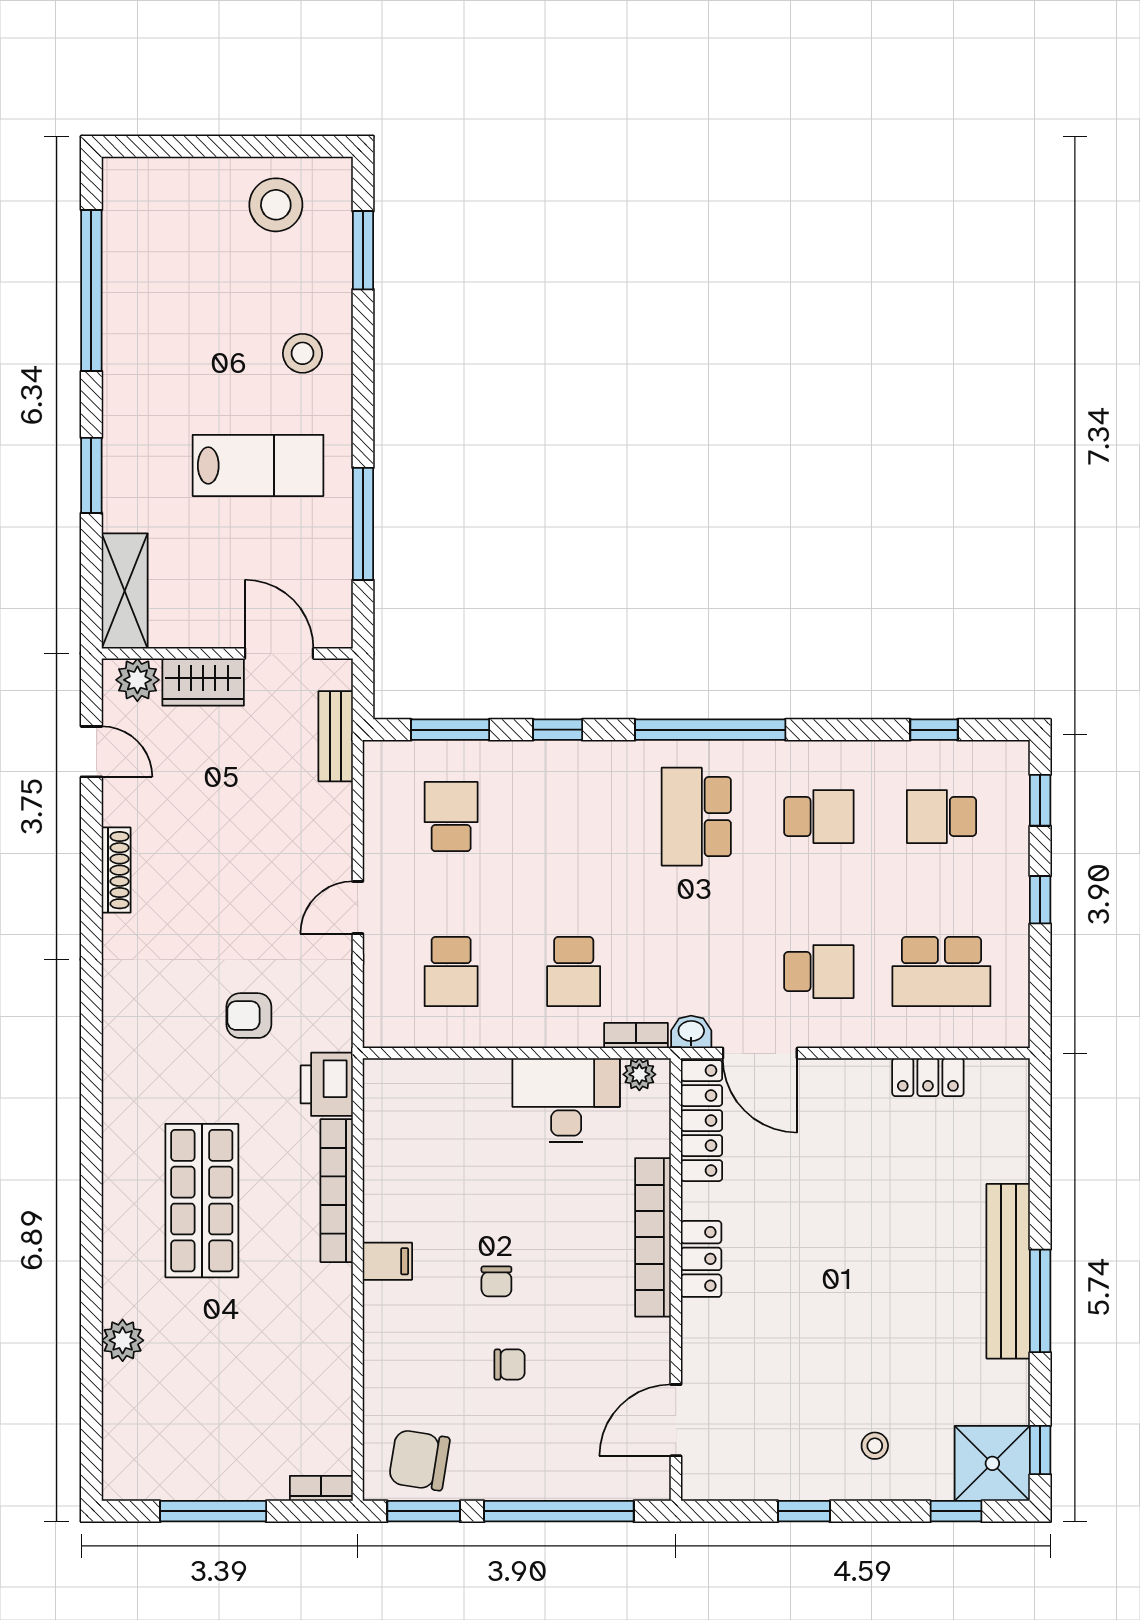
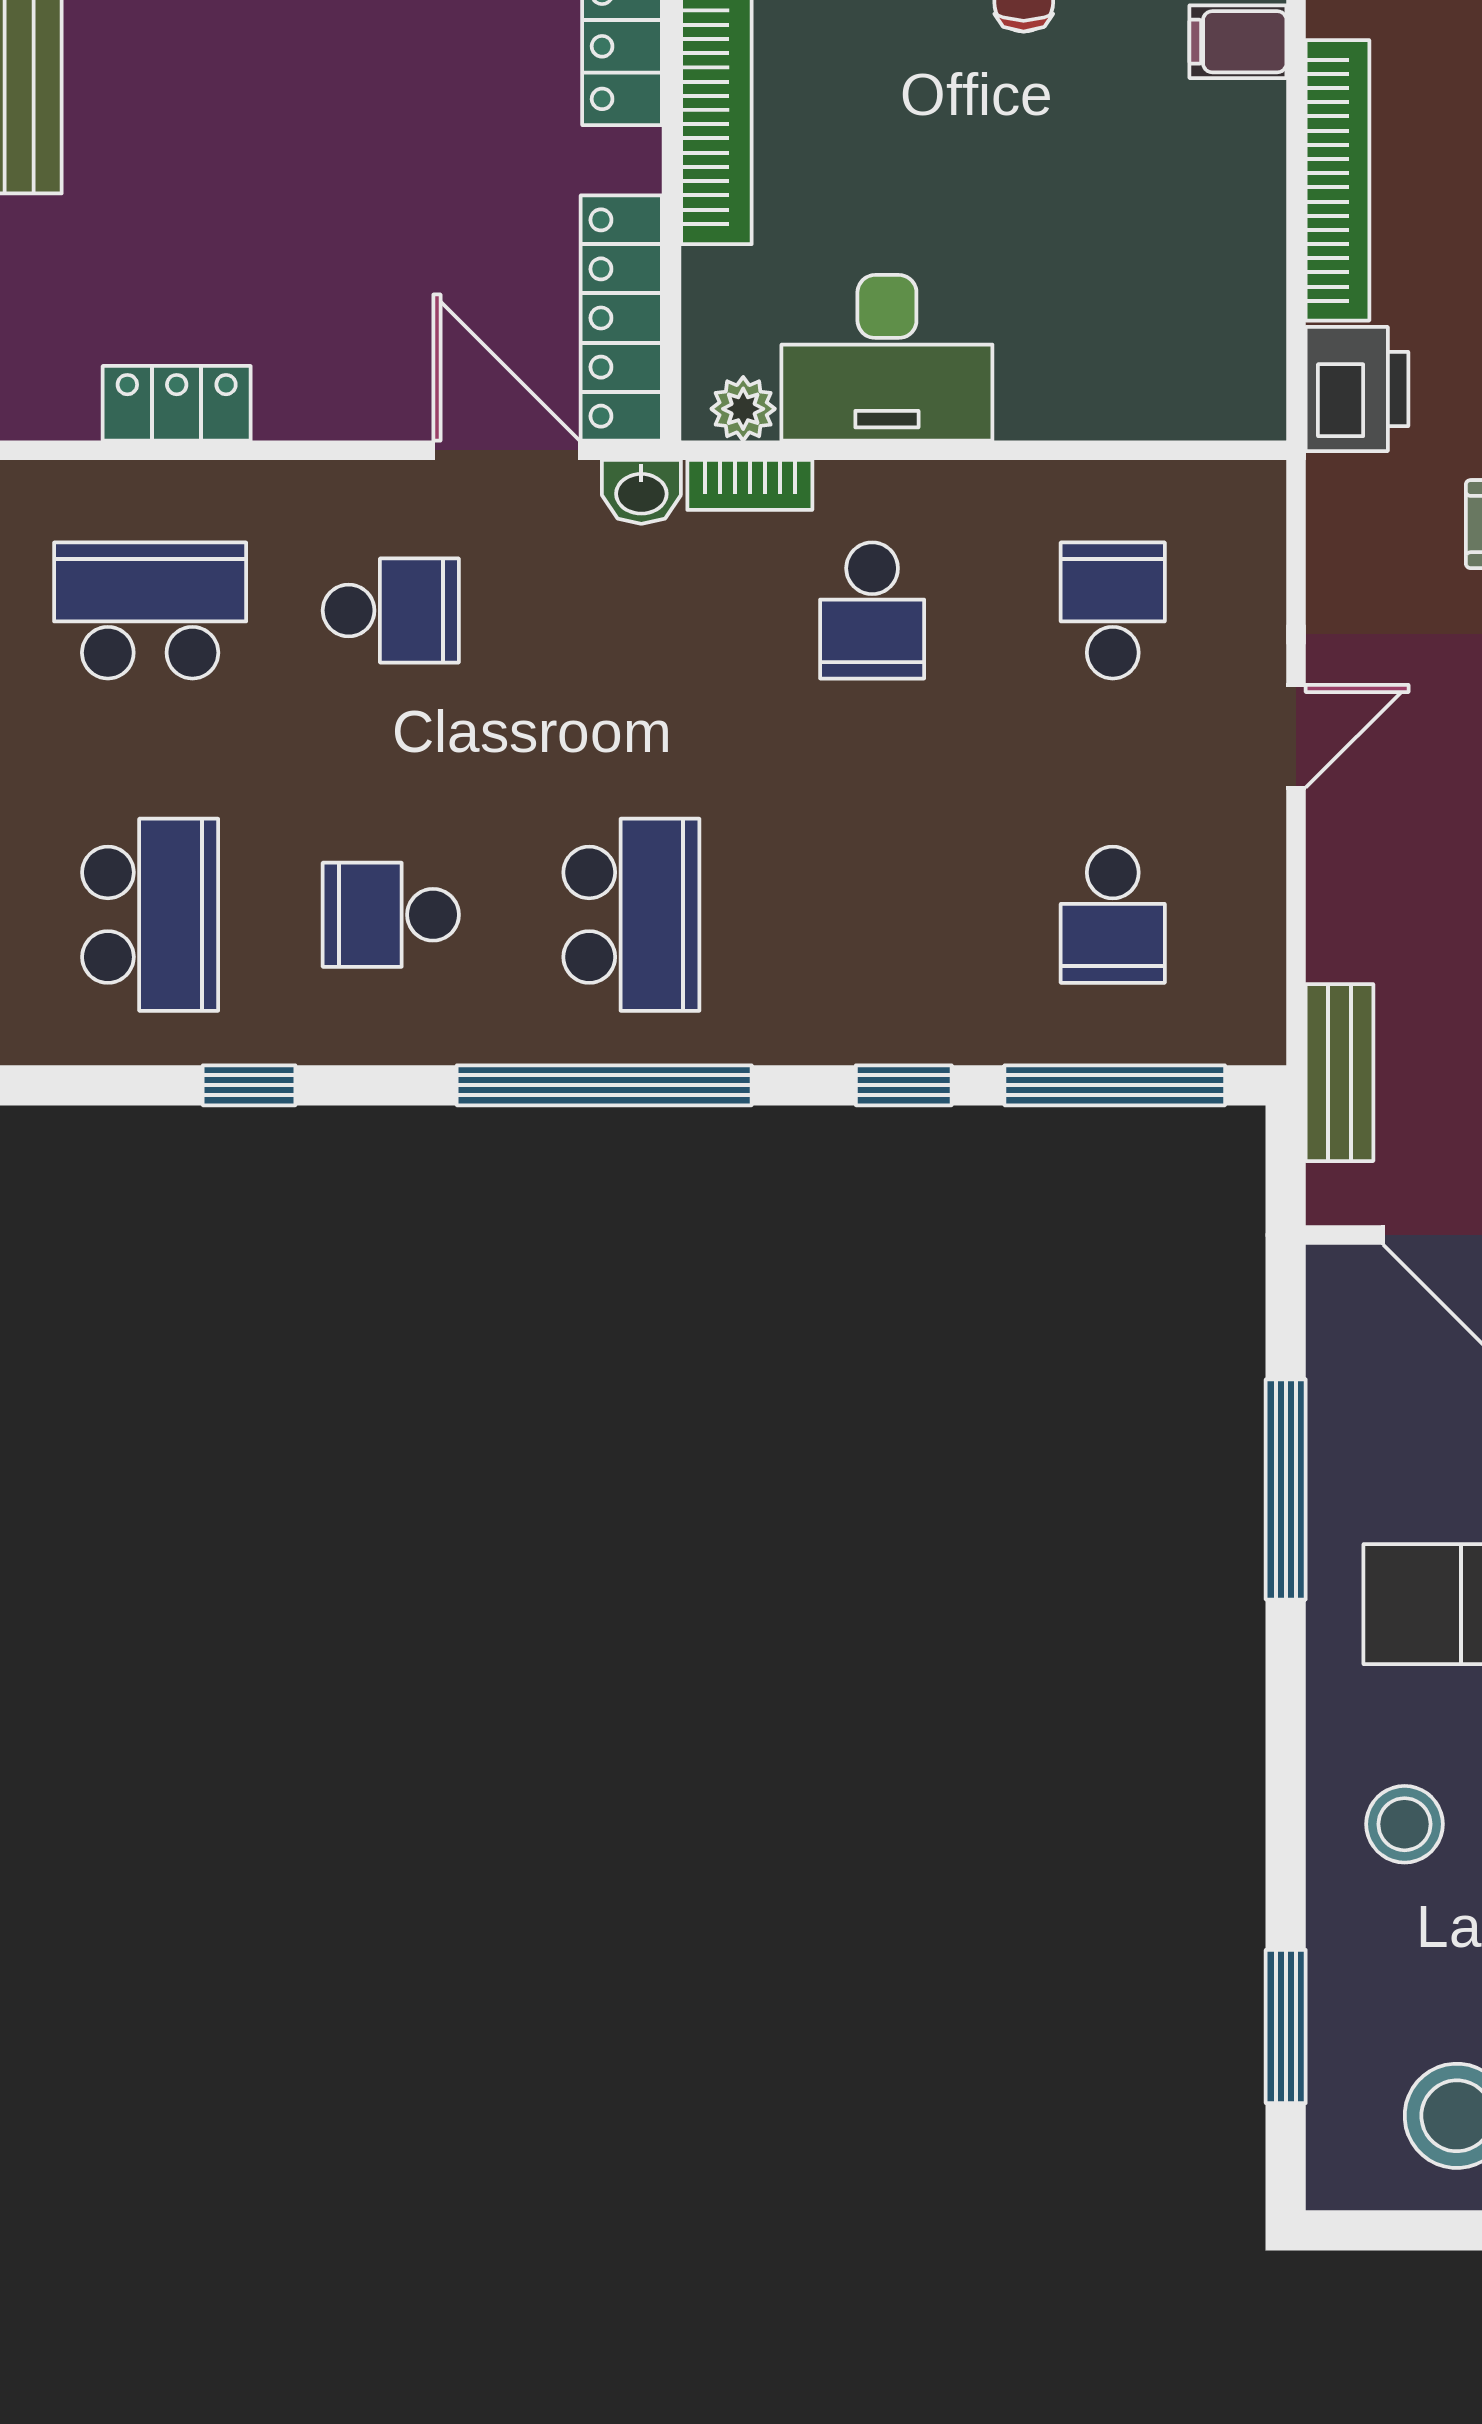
window: (450, 730) -> (1115, 1085), width x1.44
window: (934, 730) -> (249, 1085), moved
school desk: (941, 817) -> (150, 915), width x1.85
school desk: (574, 972) -> (872, 610), turned 180
school desk: (819, 972) -> (391, 610), turned 180

